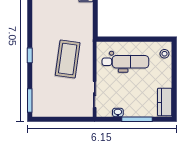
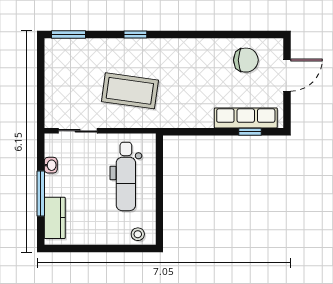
kitchen counter: (165, 102) -> (55, 218), moved, turned 90

